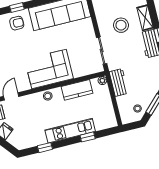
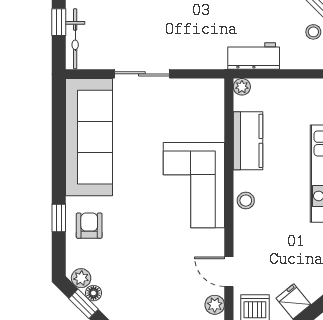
stool: (121, 25) -> (143, 24), removed
sliding door: (102, 51) -> (142, 74), moved

